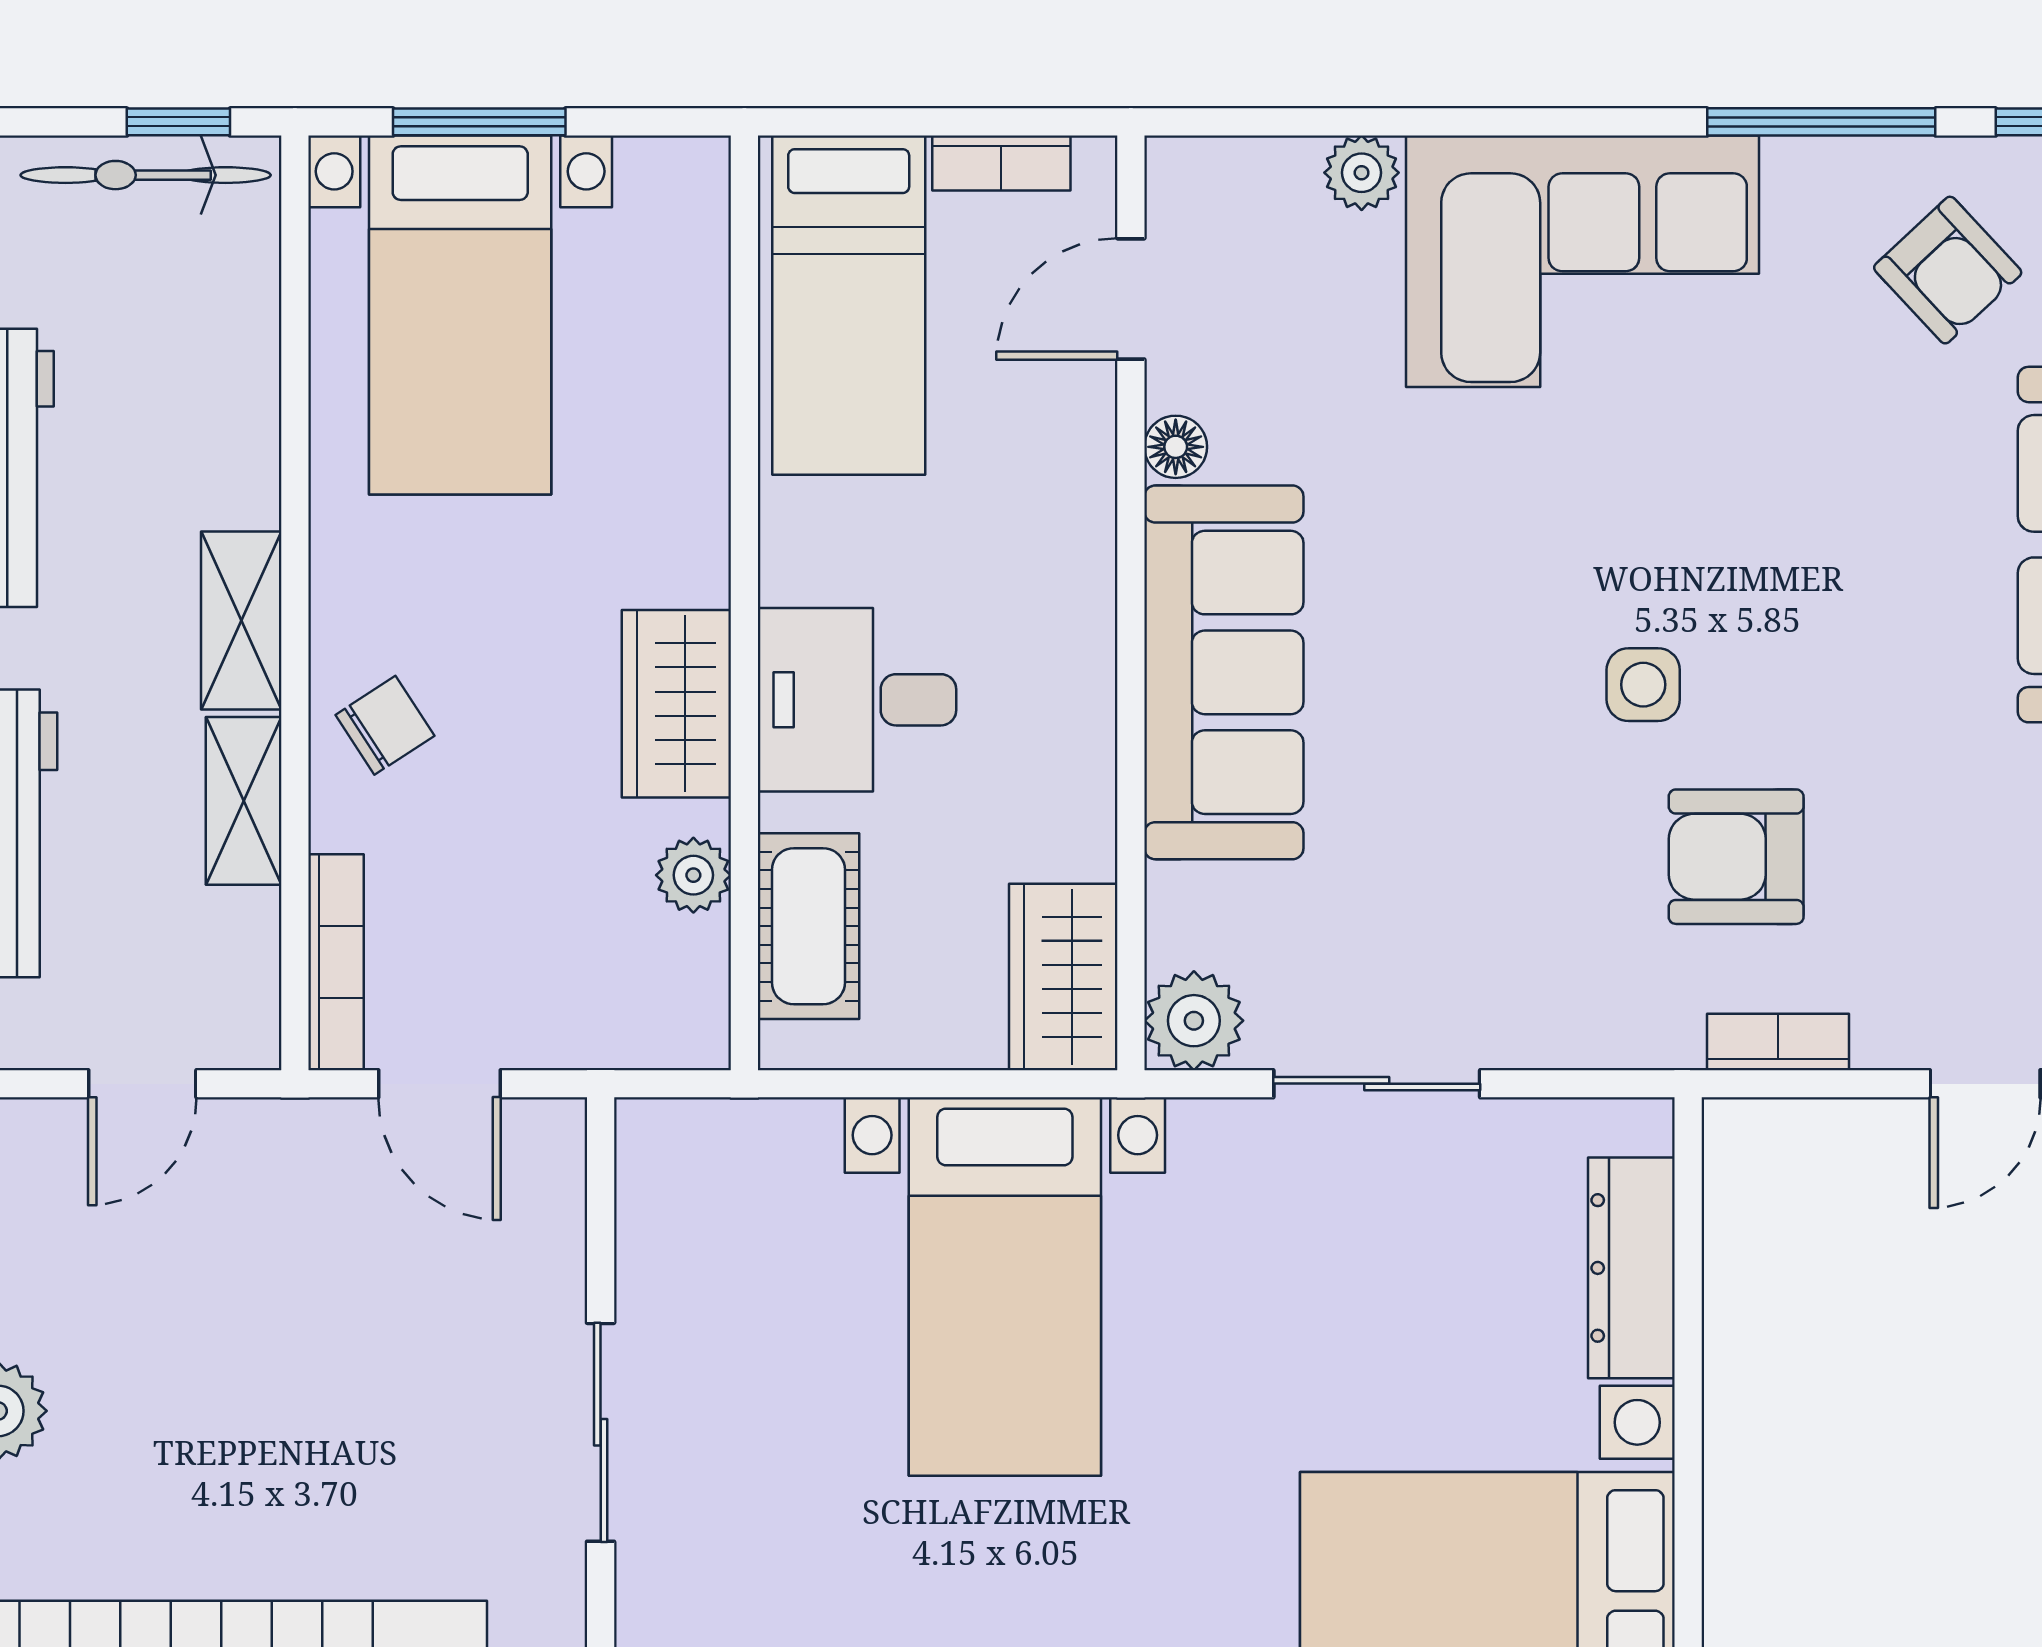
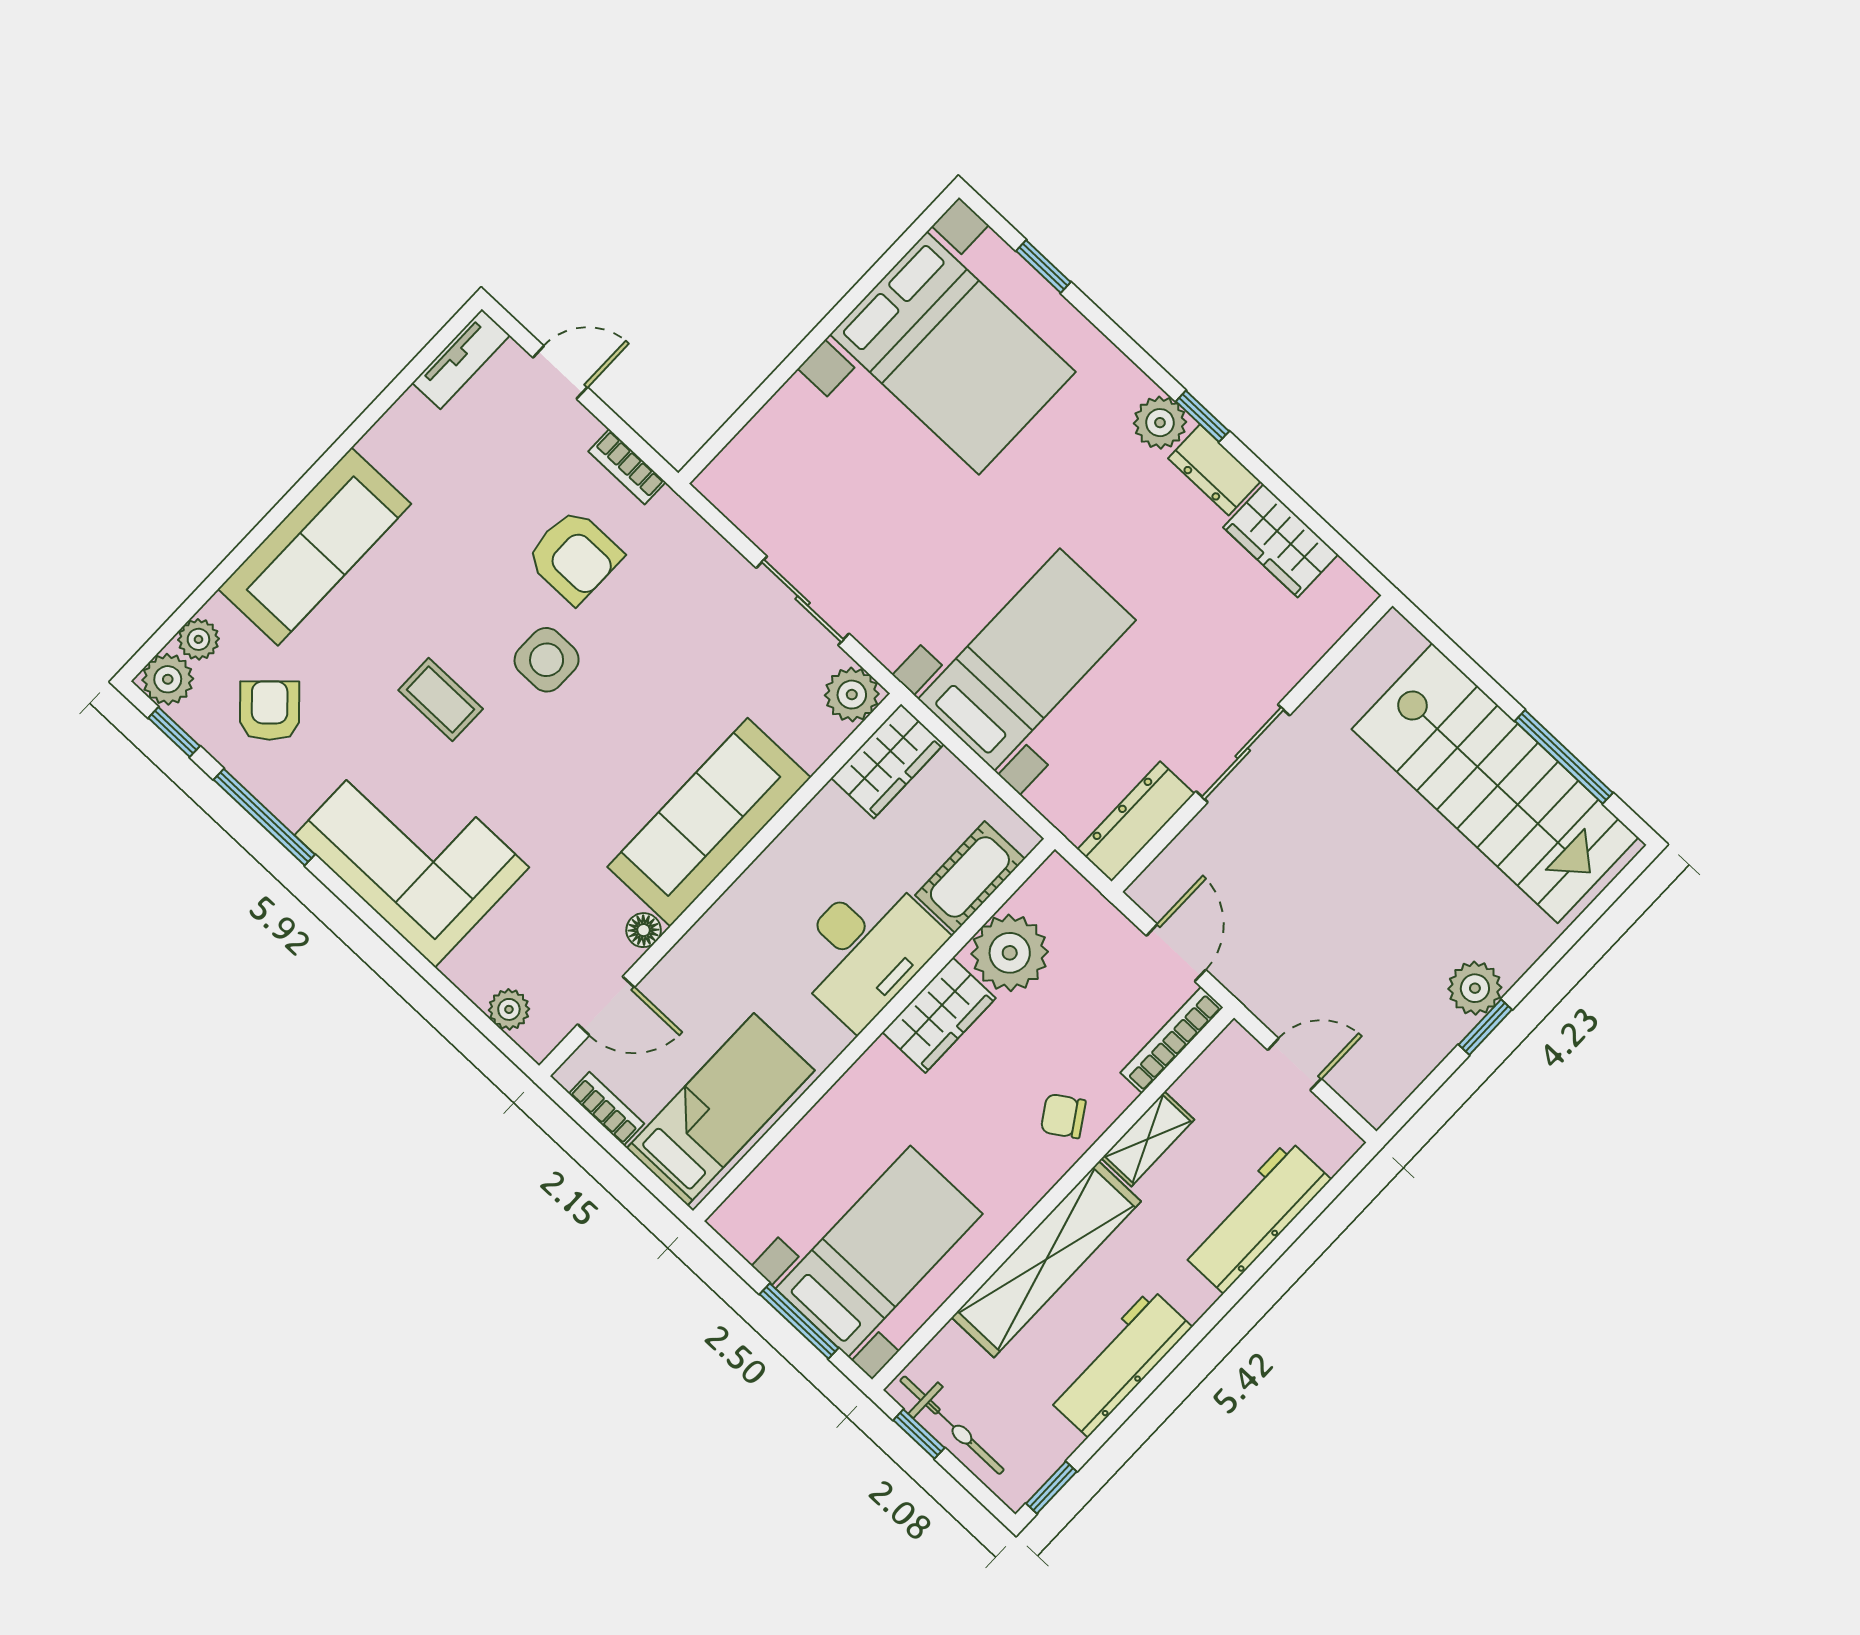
plant: (1362, 173) -> (509, 1009), moved
coffee table: (1734, 499) -> (441, 699), added
shelving: (241, 621) -> (1046, 1259), width x2.20, depth x1.33
side table: (1643, 685) -> (547, 660), width x1.37, depth x1.37
desk: (857, 700) -> (866, 949), width x1.37
plant: (693, 875) -> (1010, 953), width x1.88, depth x1.88
dresser: (1631, 1268) -> (1136, 822), moved, turned 180

